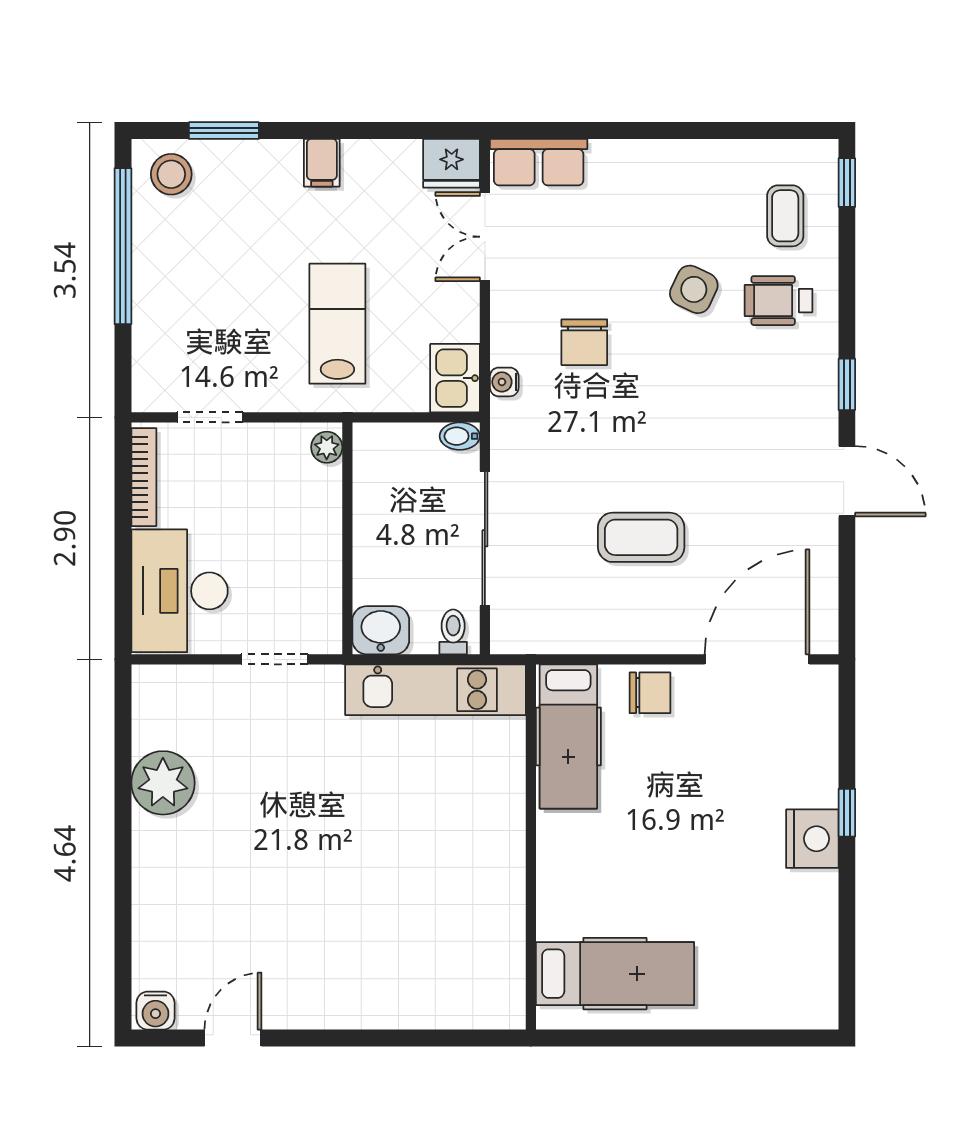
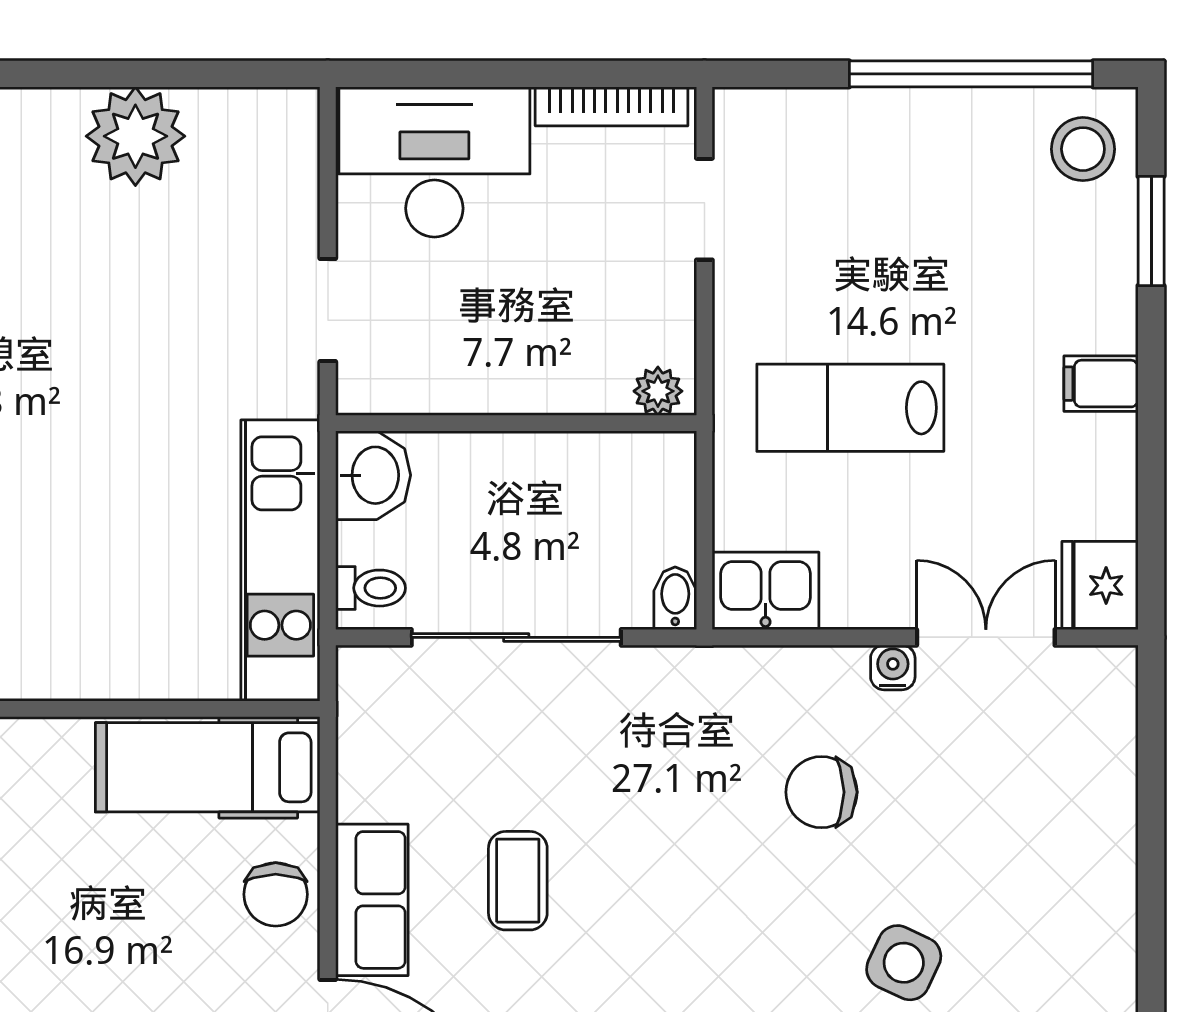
row of seats: (539, 162) -> (372, 900), moved, turned 180
lab bench: (337, 324) -> (850, 408), turned 180
water cooler: (504, 382) -> (893, 667), moved
coffee table: (641, 537) -> (518, 881), width x0.73, depth x0.77

